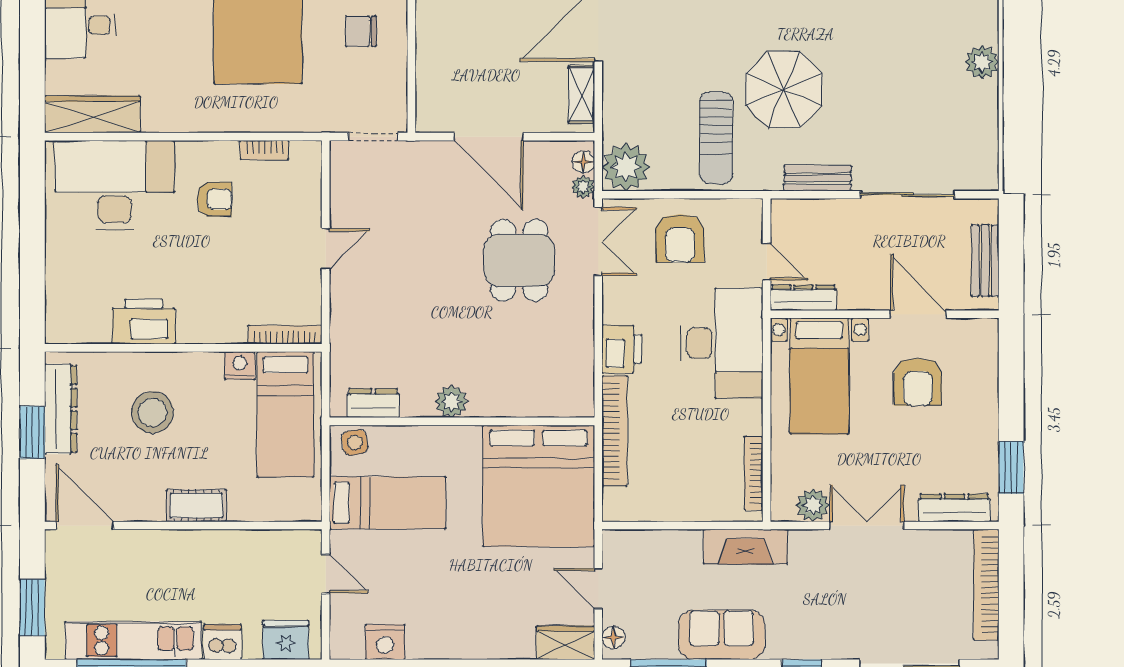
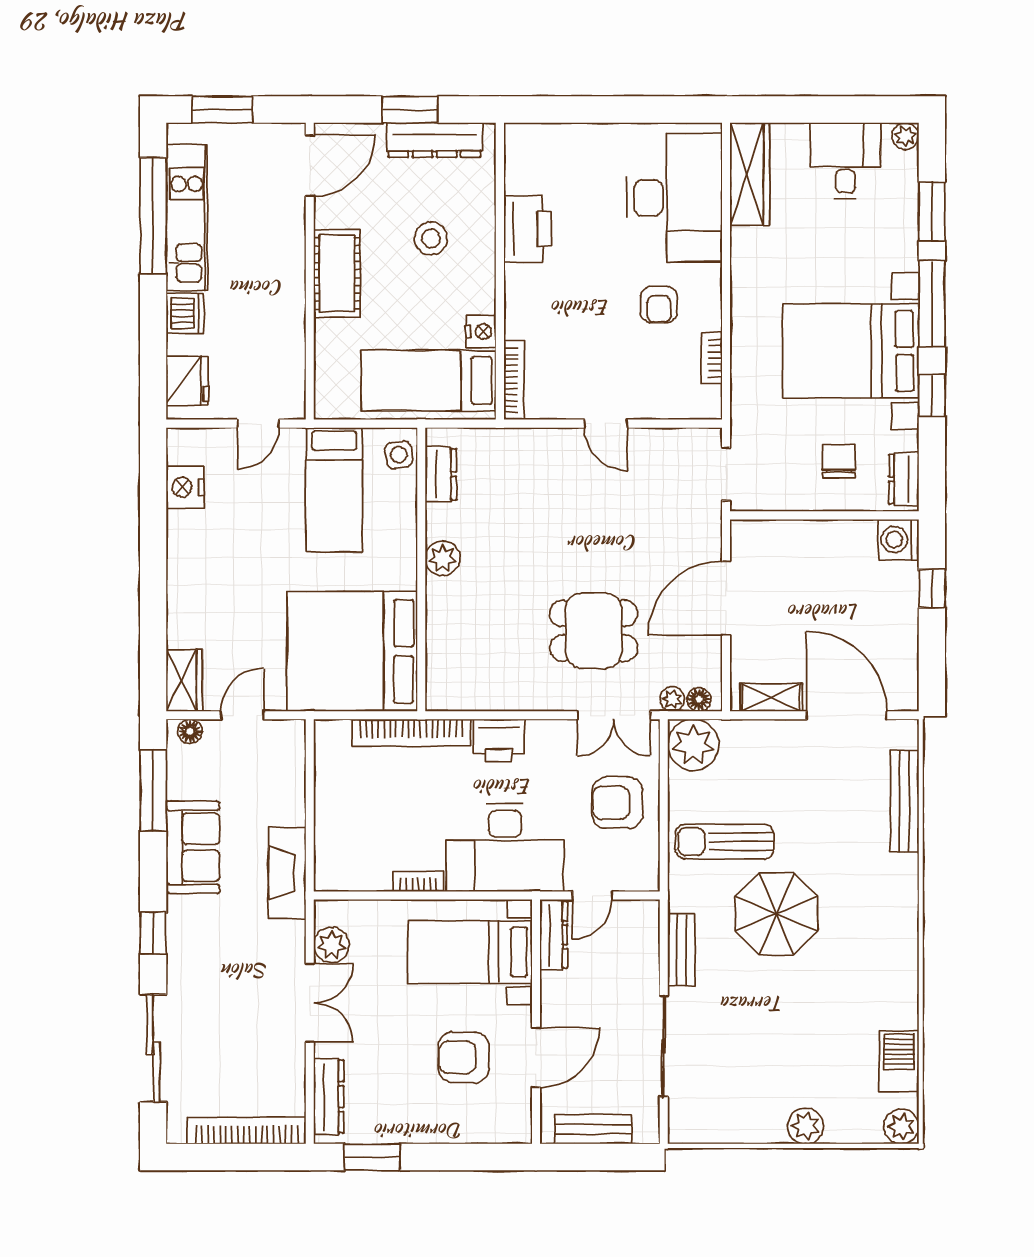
stool: (153, 412) -> (431, 238), width x0.73, depth x0.73
bookcase: (754, 473) -> (418, 882), moved, width x0.64
cot: (196, 506) -> (337, 273), width x1.37, depth x1.34

